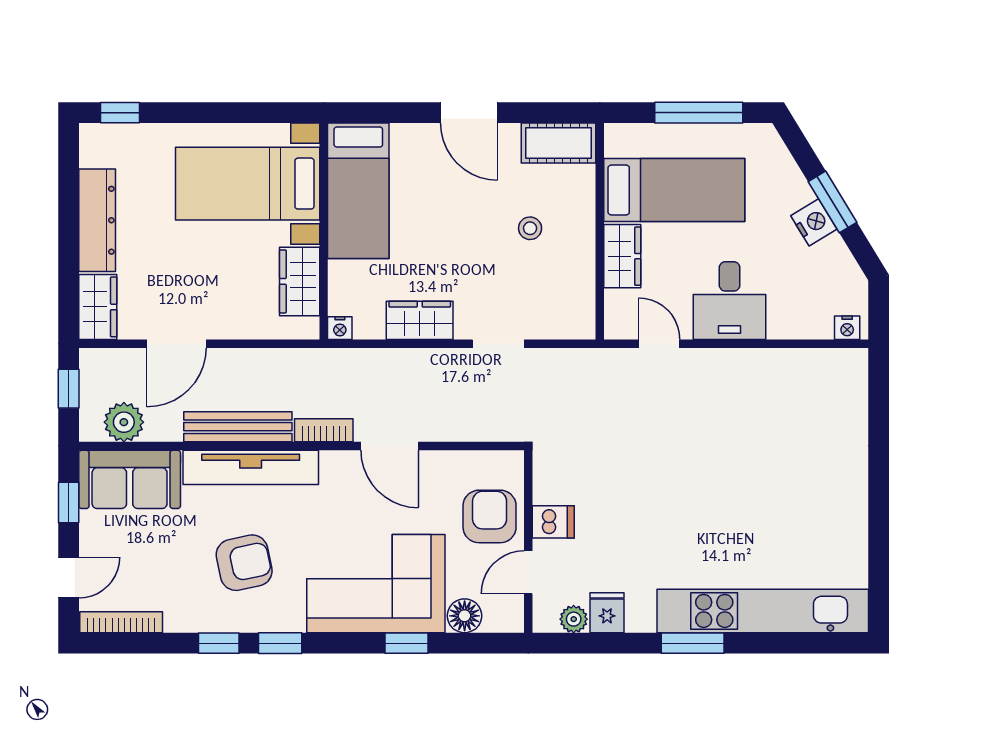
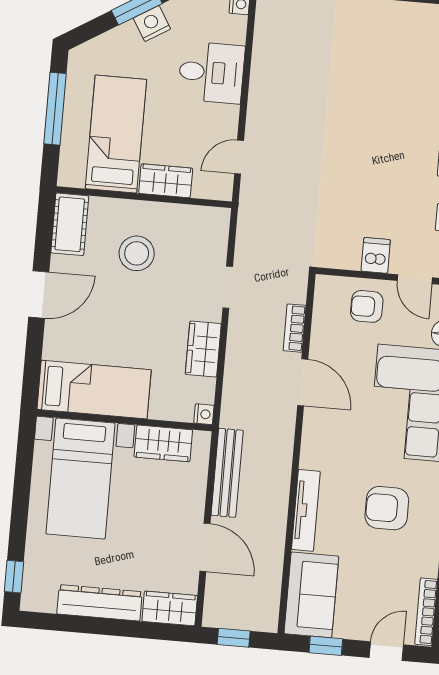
stool: (530, 228) -> (137, 253), width x1.89, depth x1.89
desk: (730, 301) -> (211, 73), moved
plant: (124, 422) -> (265, 595), removed
bench: (238, 427) -> (227, 473), moved
bookcase: (324, 430) -> (295, 328), moved
door: (390, 446) -> (303, 382), hinge flipped
tv unit: (251, 467) -> (306, 510), width x0.73, depth x0.78
armchair: (490, 516) -> (367, 306), width x0.72, depth x0.72
armchair: (244, 563) -> (387, 508), turned -78
door: (69, 578) -> (386, 651), hinge flipped

